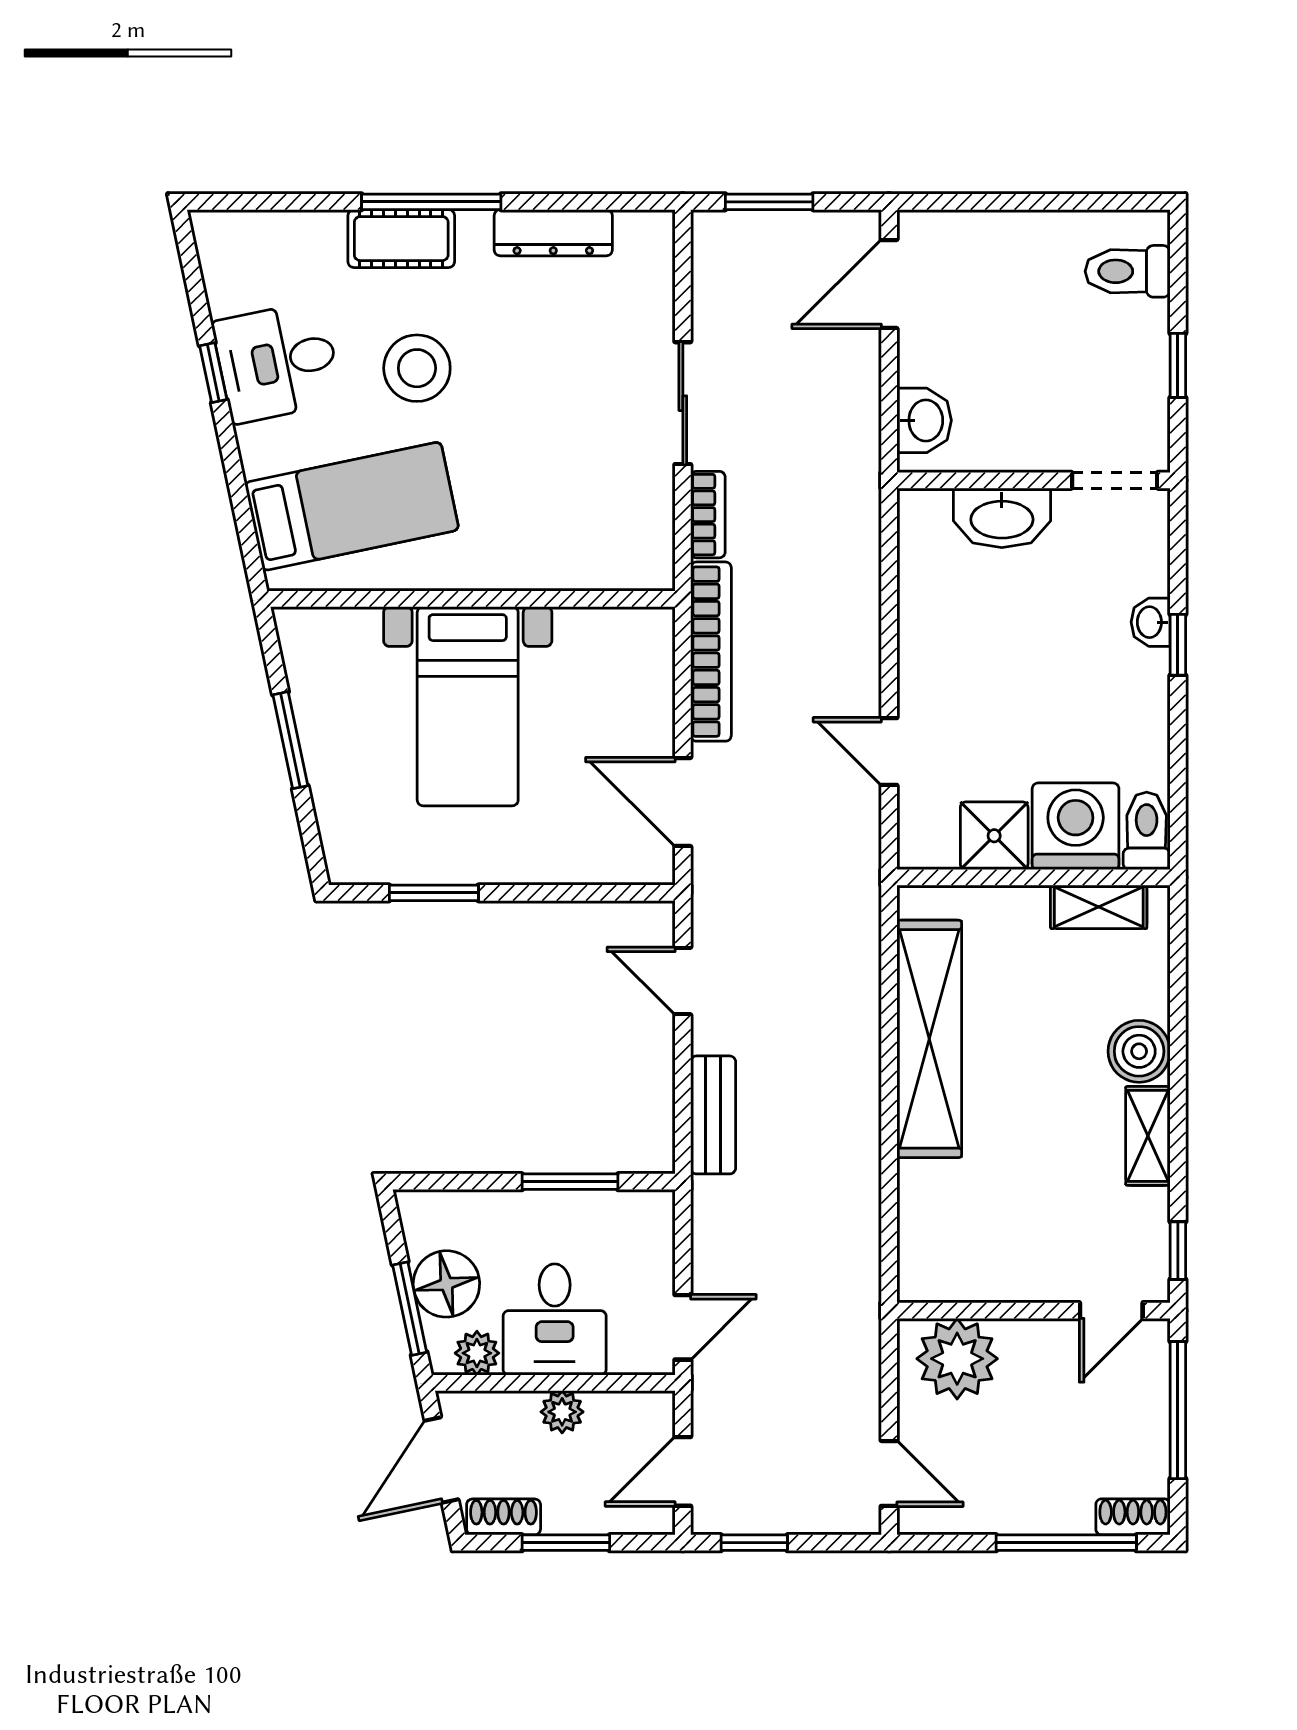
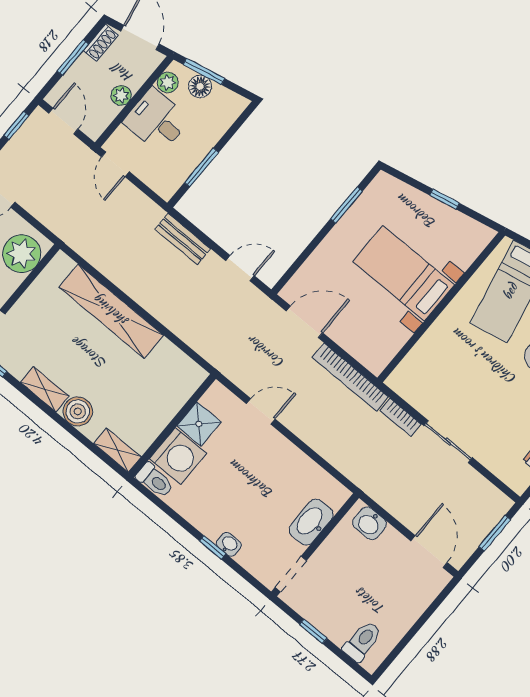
window: (290, 740) -> (444, 199), width x0.67
shelving: (1099, 907) -> (117, 450), moved, turned 90
shelving: (929, 1039) -> (111, 311), moved
floor lamp: (446, 1284) -> (200, 86), width x0.73, depth x0.73

